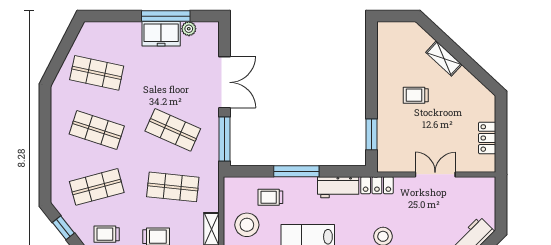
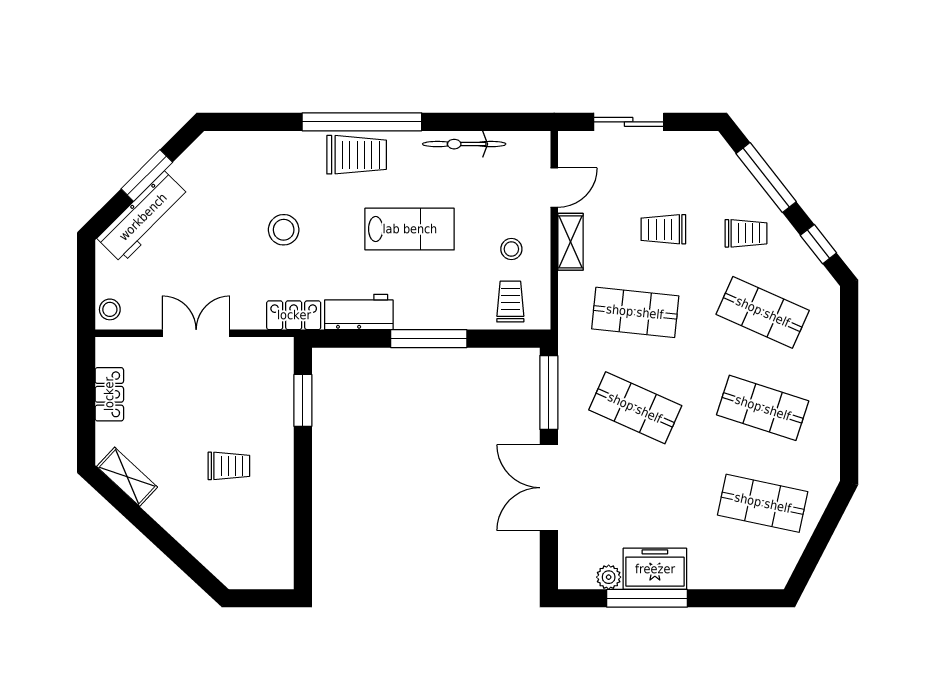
shelving: (444, 58) -> (127, 477), moved
double door: (435, 174) -> (196, 333), swing flipped
shop shelf: (97, 187) -> (763, 312), turned 39
stool: (487, 189) -> (110, 309), added
trolley: (270, 197) -> (510, 302), moved, turned -90
stool: (247, 225) -> (511, 249), width x0.53, depth x0.53

